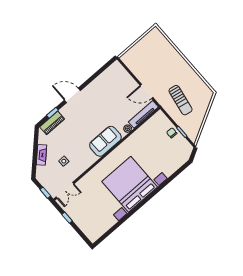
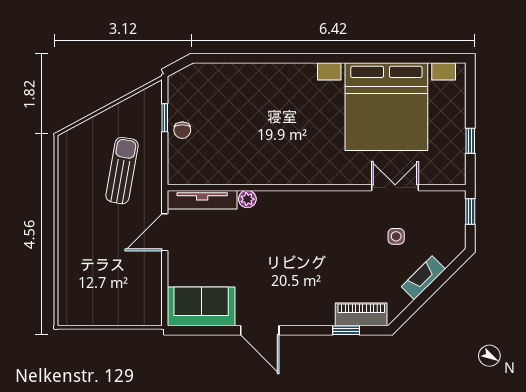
door: (147, 91) -> (165, 232), swing flipped
door: (72, 95) -> (260, 330), moved
sofa: (105, 141) -> (201, 306), moved, turned 180
bed with nightstands: (130, 184) -> (386, 107), moved
double door: (65, 190) -> (395, 188), moved

